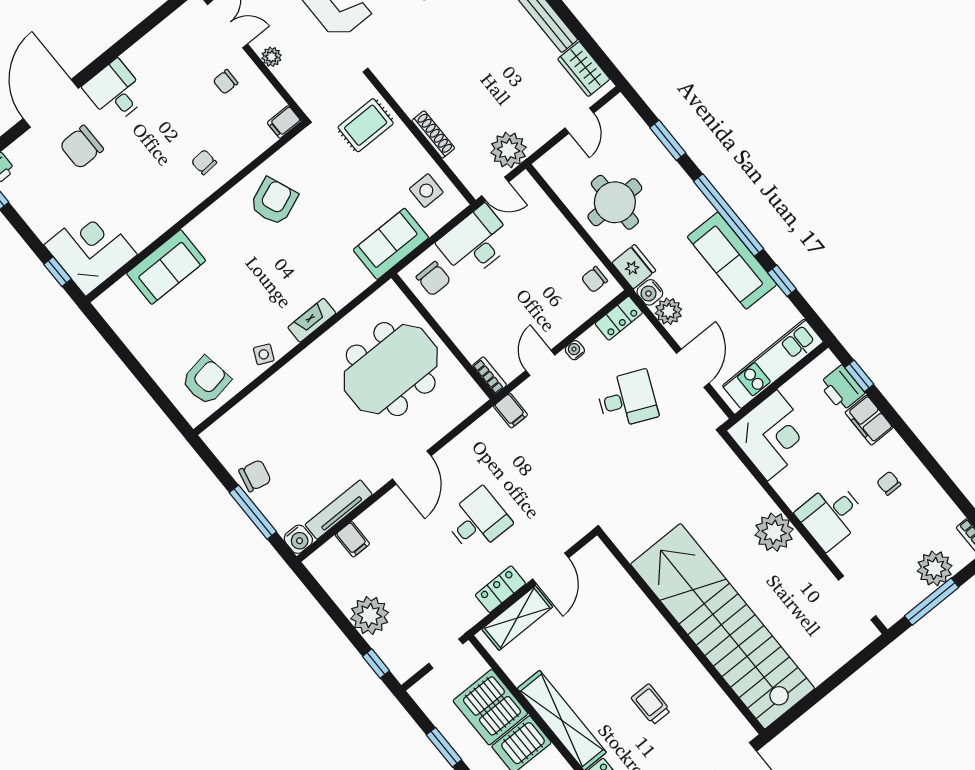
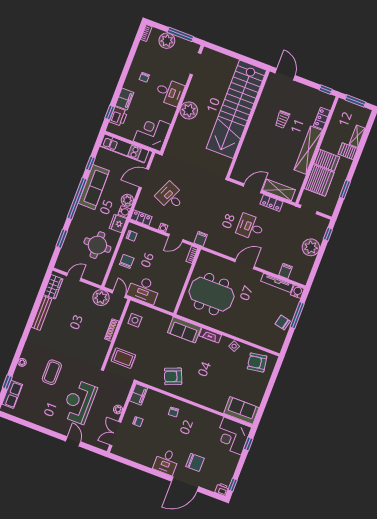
filing cabinet: (284, 122) -> (139, 394), width x2.00
sofa: (391, 244) -> (184, 330), moved
sofa: (166, 267) -> (241, 410), moved
chair: (433, 279) -> (127, 261), moved

